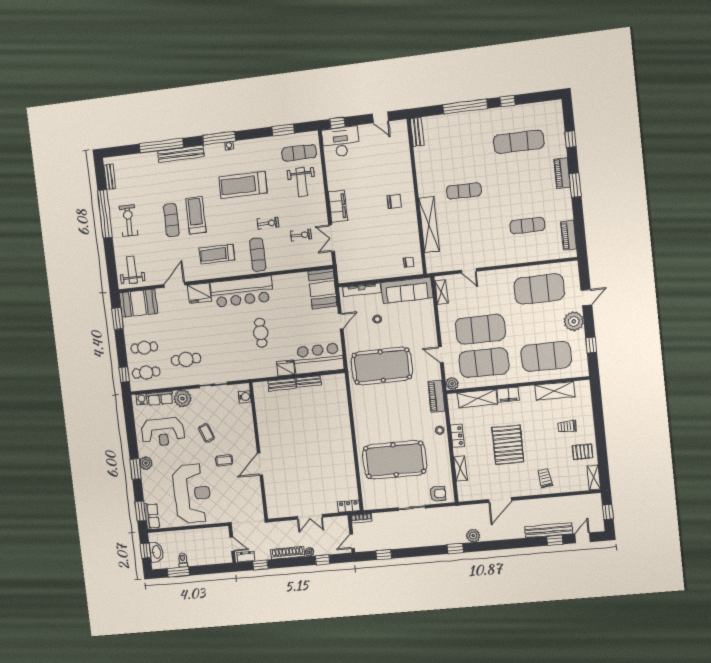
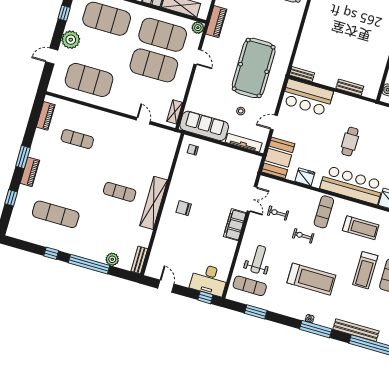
plant: (444, 121) -> (112, 259), added
shelving: (429, 225) -> (154, 203), moved
pool table: (382, 366) -> (254, 68), turned 90
fridge: (286, 368) -> (305, 177), moved, turned 180
bench: (309, 381) -> (302, 74), moved

